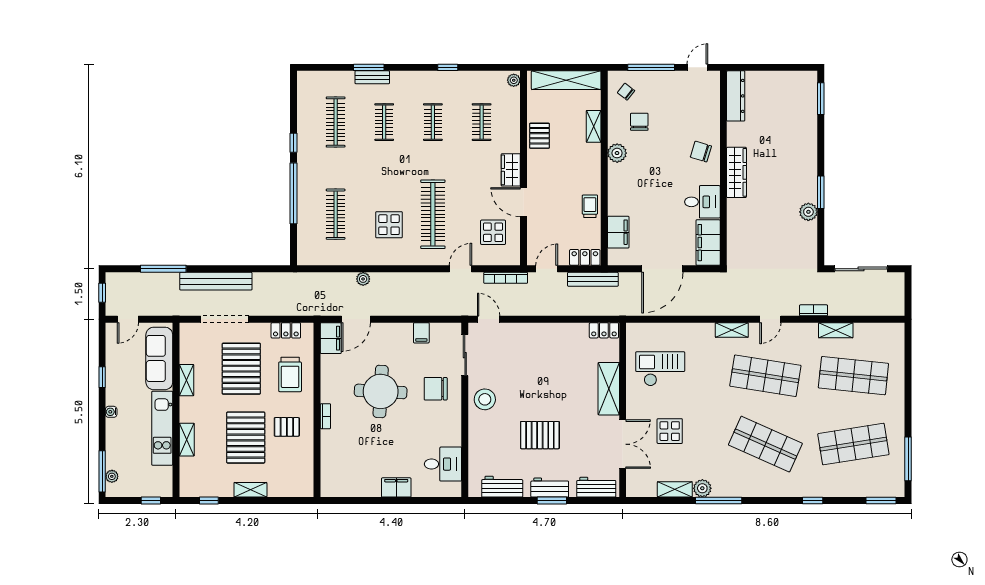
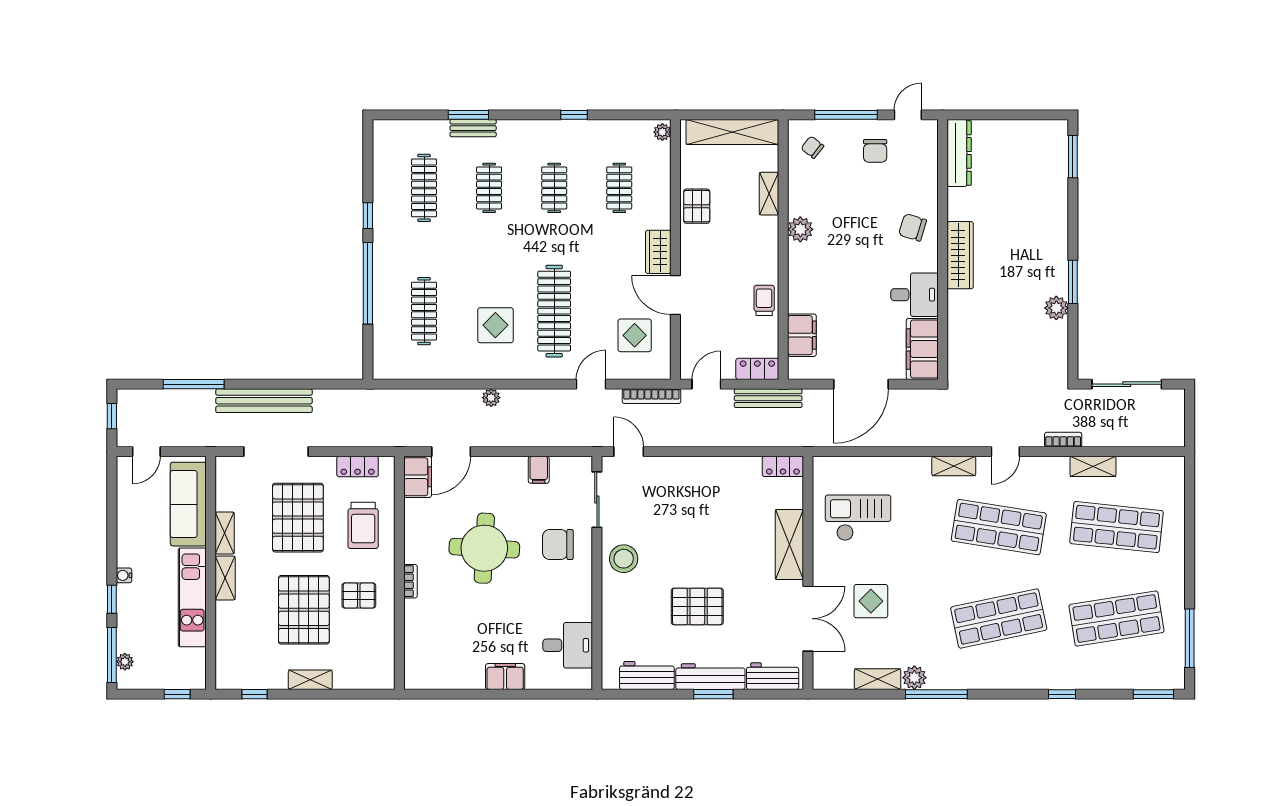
chair: (639, 122) -> (875, 151), moved, turned 180
plant: (363, 279) -> (491, 398), moved
window: (102, 377) -> (112, 599), moved
shelving: (187, 440) -> (225, 578), moved
shop shelf: (765, 444) -> (999, 619), turned -36
workbench: (550, 488) -> (710, 677), width x1.38

